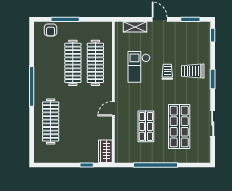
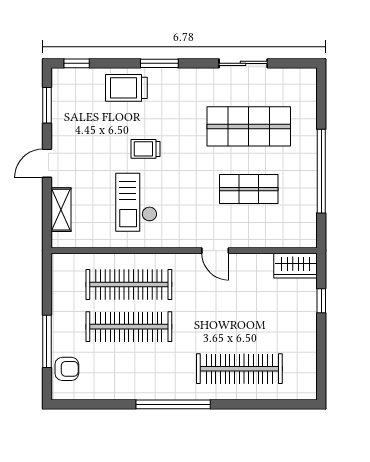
checkout: (139, 67) -> (136, 202), turned 90
trolley: (193, 71) -> (126, 88), moved, turned 90

